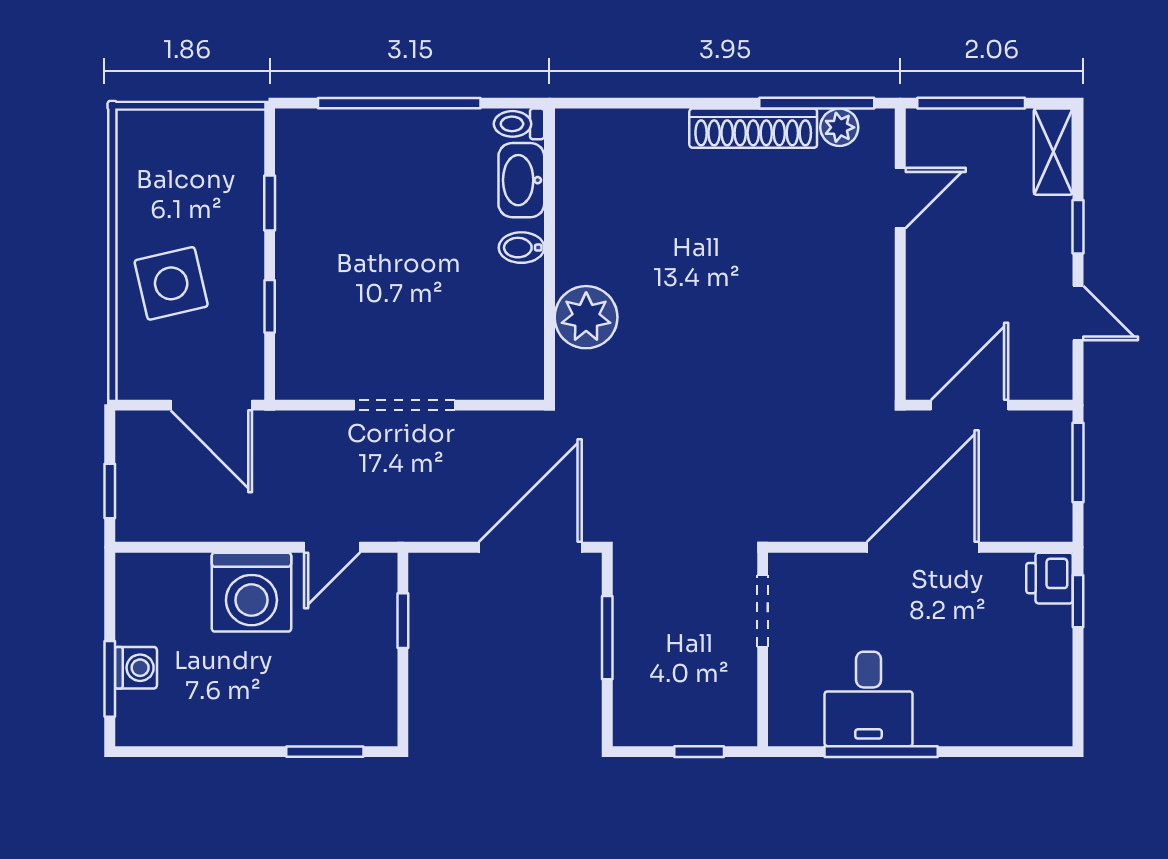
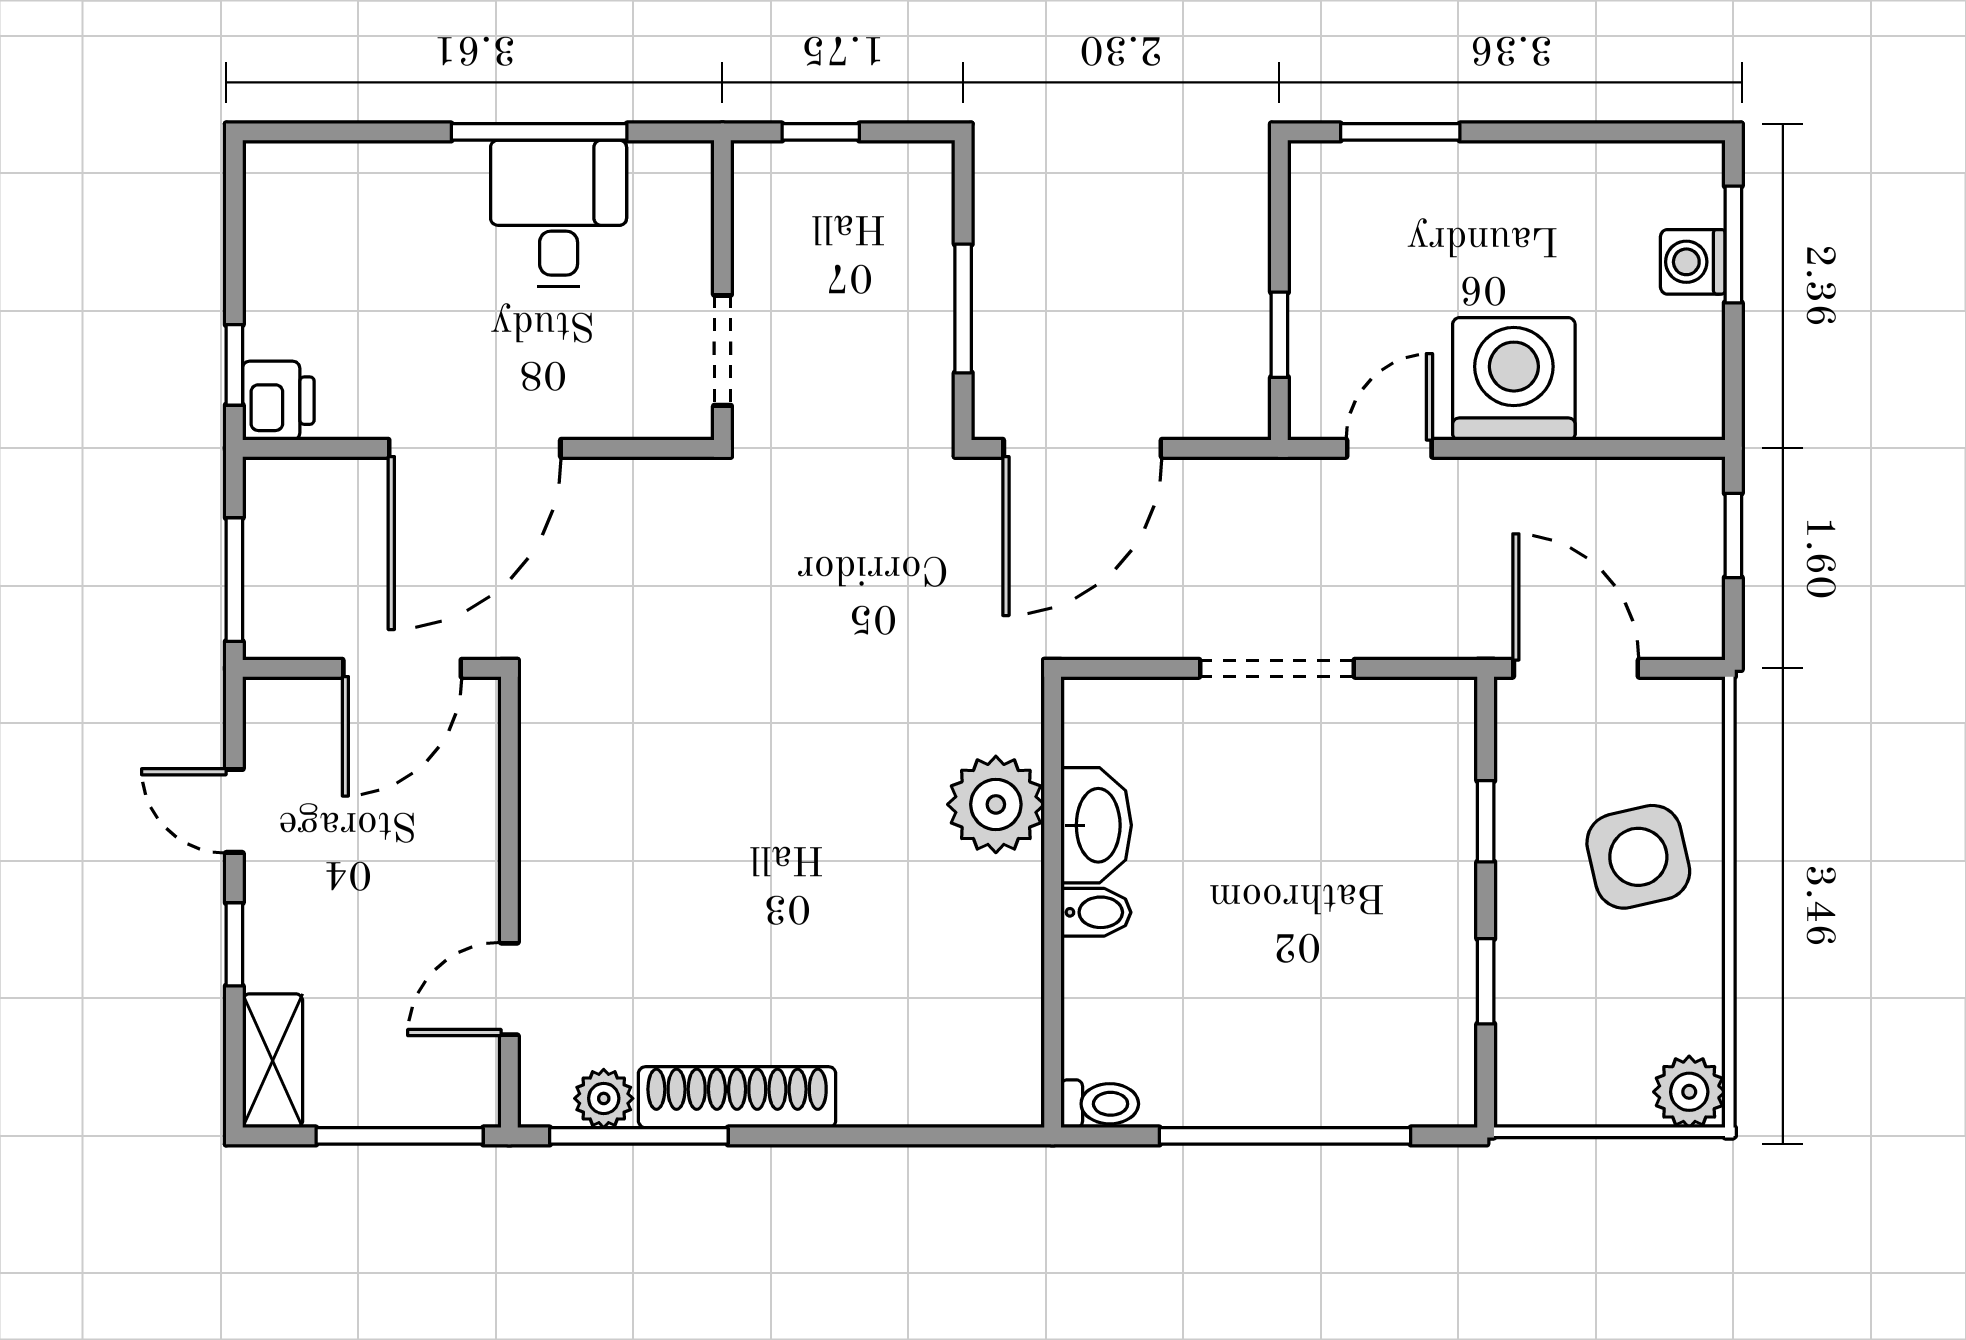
plant: (138, 132) -> (1689, 1092), added
washbasin: (521, 180) -> (1096, 825), moved

